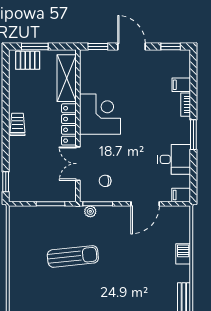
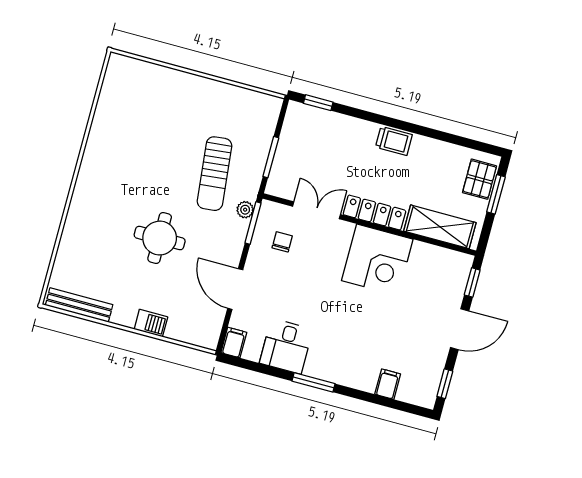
bookcase: (186, 105) -> (358, 383), removed
sun lounger: (73, 256) -> (214, 174), moved
round table: (125, 263) -> (160, 238), added

